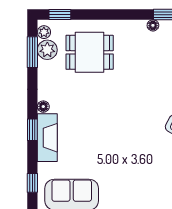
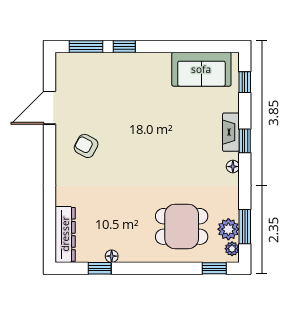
fireplace: (47, 138) -> (231, 132), width x0.73, depth x0.76

